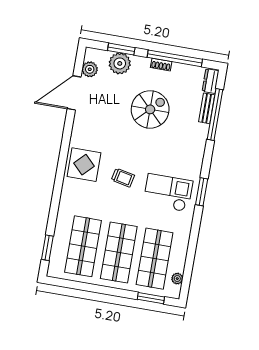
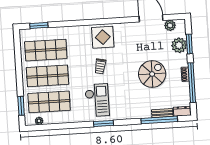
spiral stairs: (150, 109) -> (152, 74), turned -90

